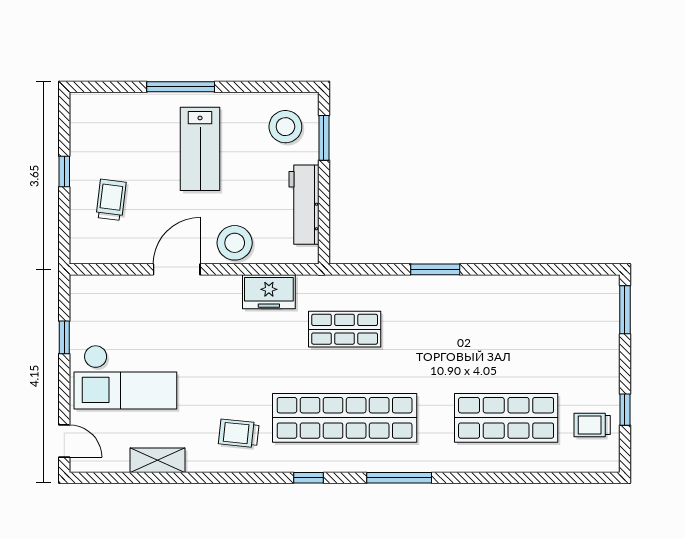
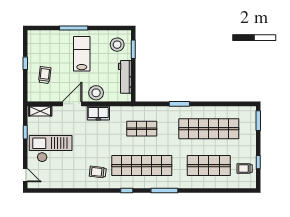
lab bench: (200, 149) -> (82, 54), turned 180
freezer: (269, 292) -> (98, 113), moved
shop shelf: (506, 329) -> (209, 129), added
checkout: (125, 377) -> (51, 149), turned 180
shelving: (158, 460) -> (40, 111), moved

